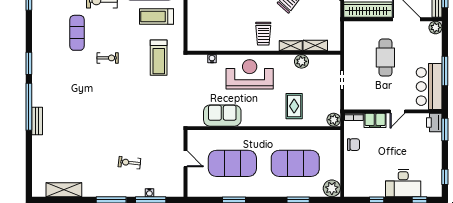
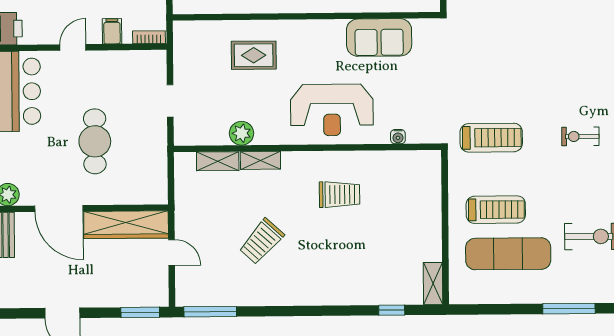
trolley: (263, 34) -> (340, 195), moved, turned 90
treadmill: (159, 58) -> (491, 138), turned 90
rug: (294, 106) -> (254, 55), turned 90
plant: (334, 120) -> (184, 32), removed
filing cabinet: (375, 120) -> (112, 31), width x0.50

